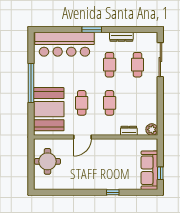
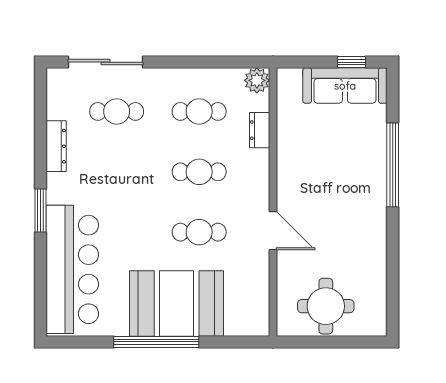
cafe table: (110, 65) -> (199, 111), moved
booth: (49, 109) -> (177, 303), moved
window: (113, 192) -> (393, 165), width x3.17

